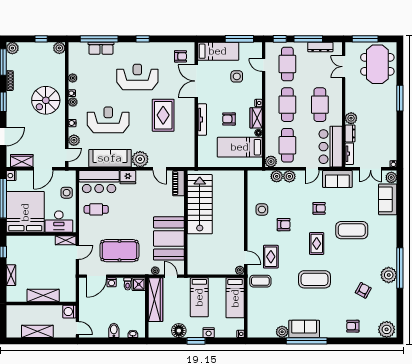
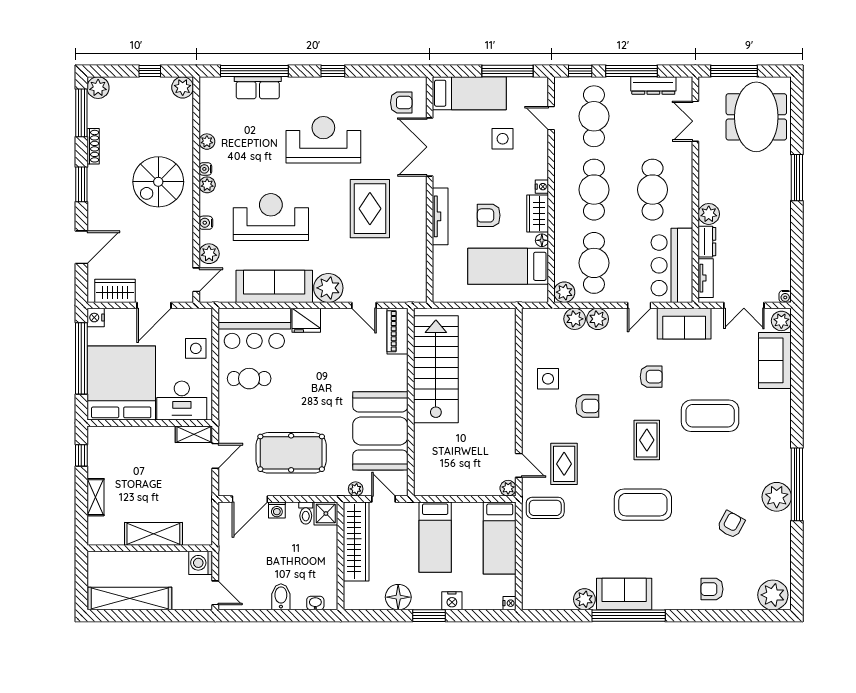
shelving: (37, 331) -> (130, 599), width x1.47

